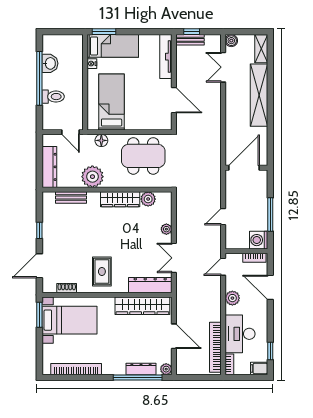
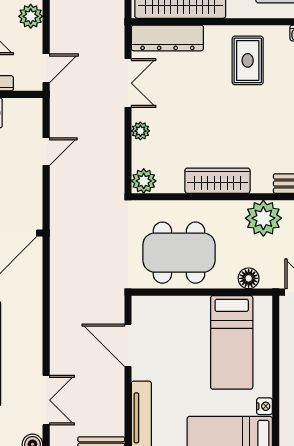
plant: (148, 199) -> (144, 181), moved

